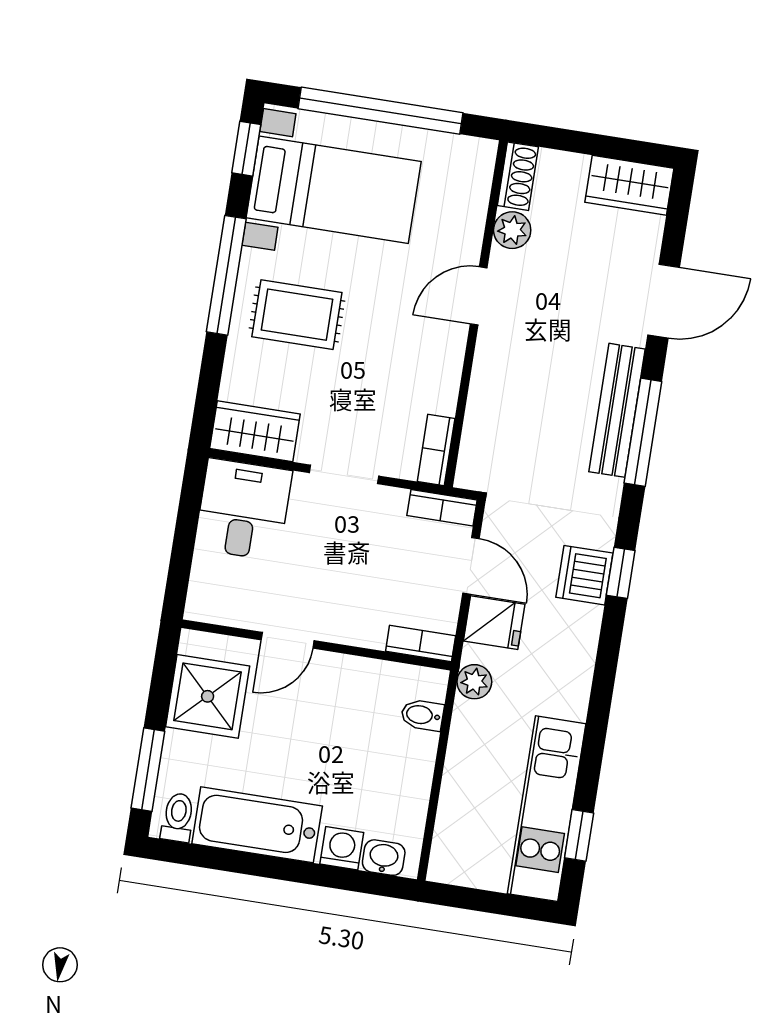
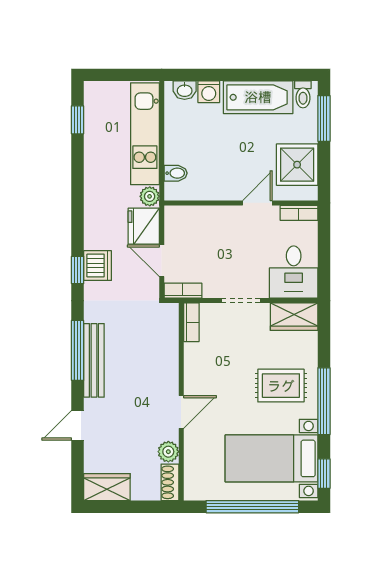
door: (664, 301) -> (78, 425), width x0.73
fridge: (494, 623) -> (144, 226), width x1.38
bookcase: (421, 644) -> (299, 213), moved
kitchen unit: (547, 809) -> (145, 134), moved, turned 180

